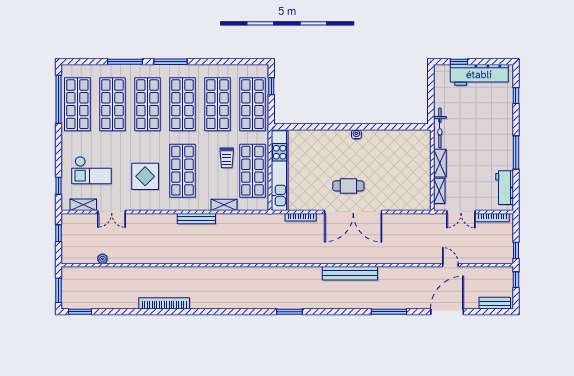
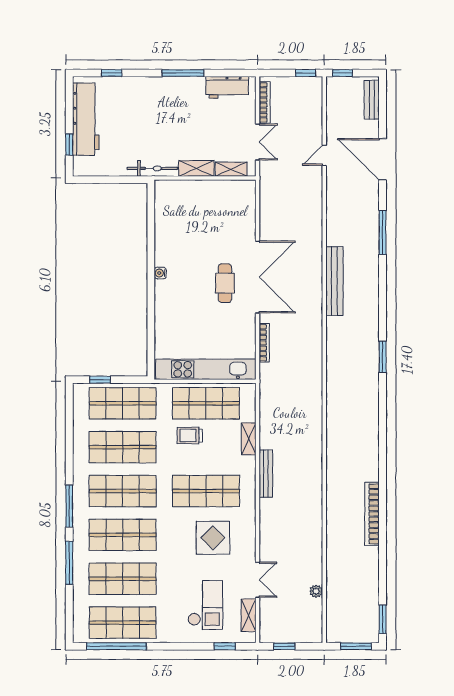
trolley: (227, 158) -> (190, 436), turned 180

